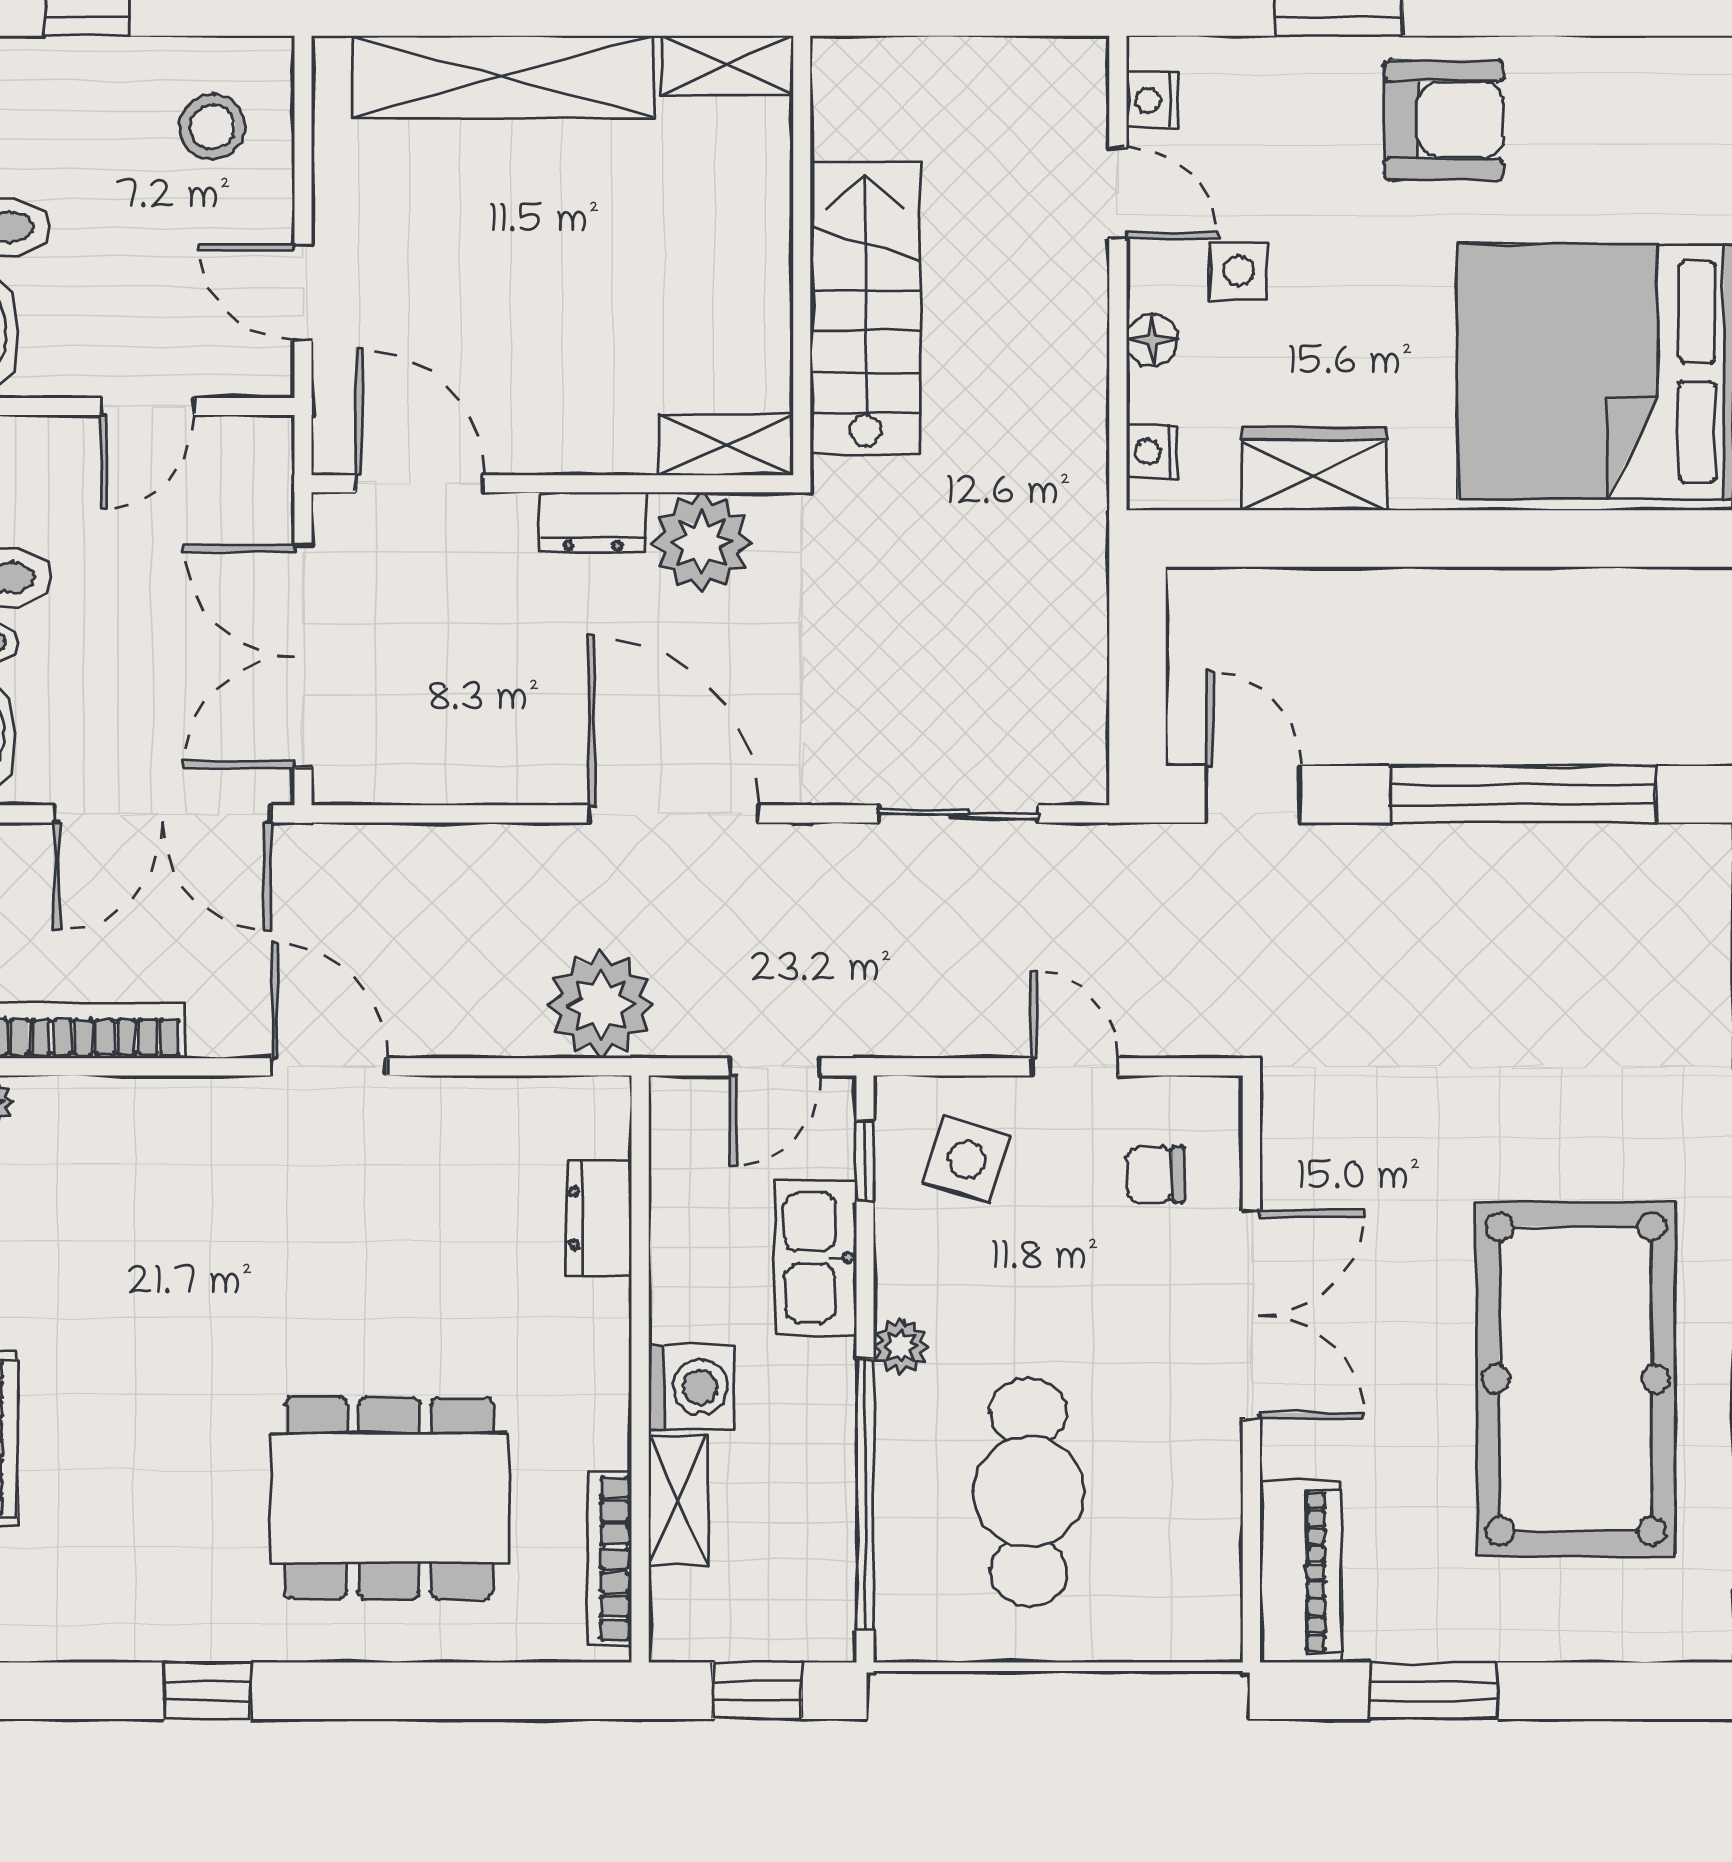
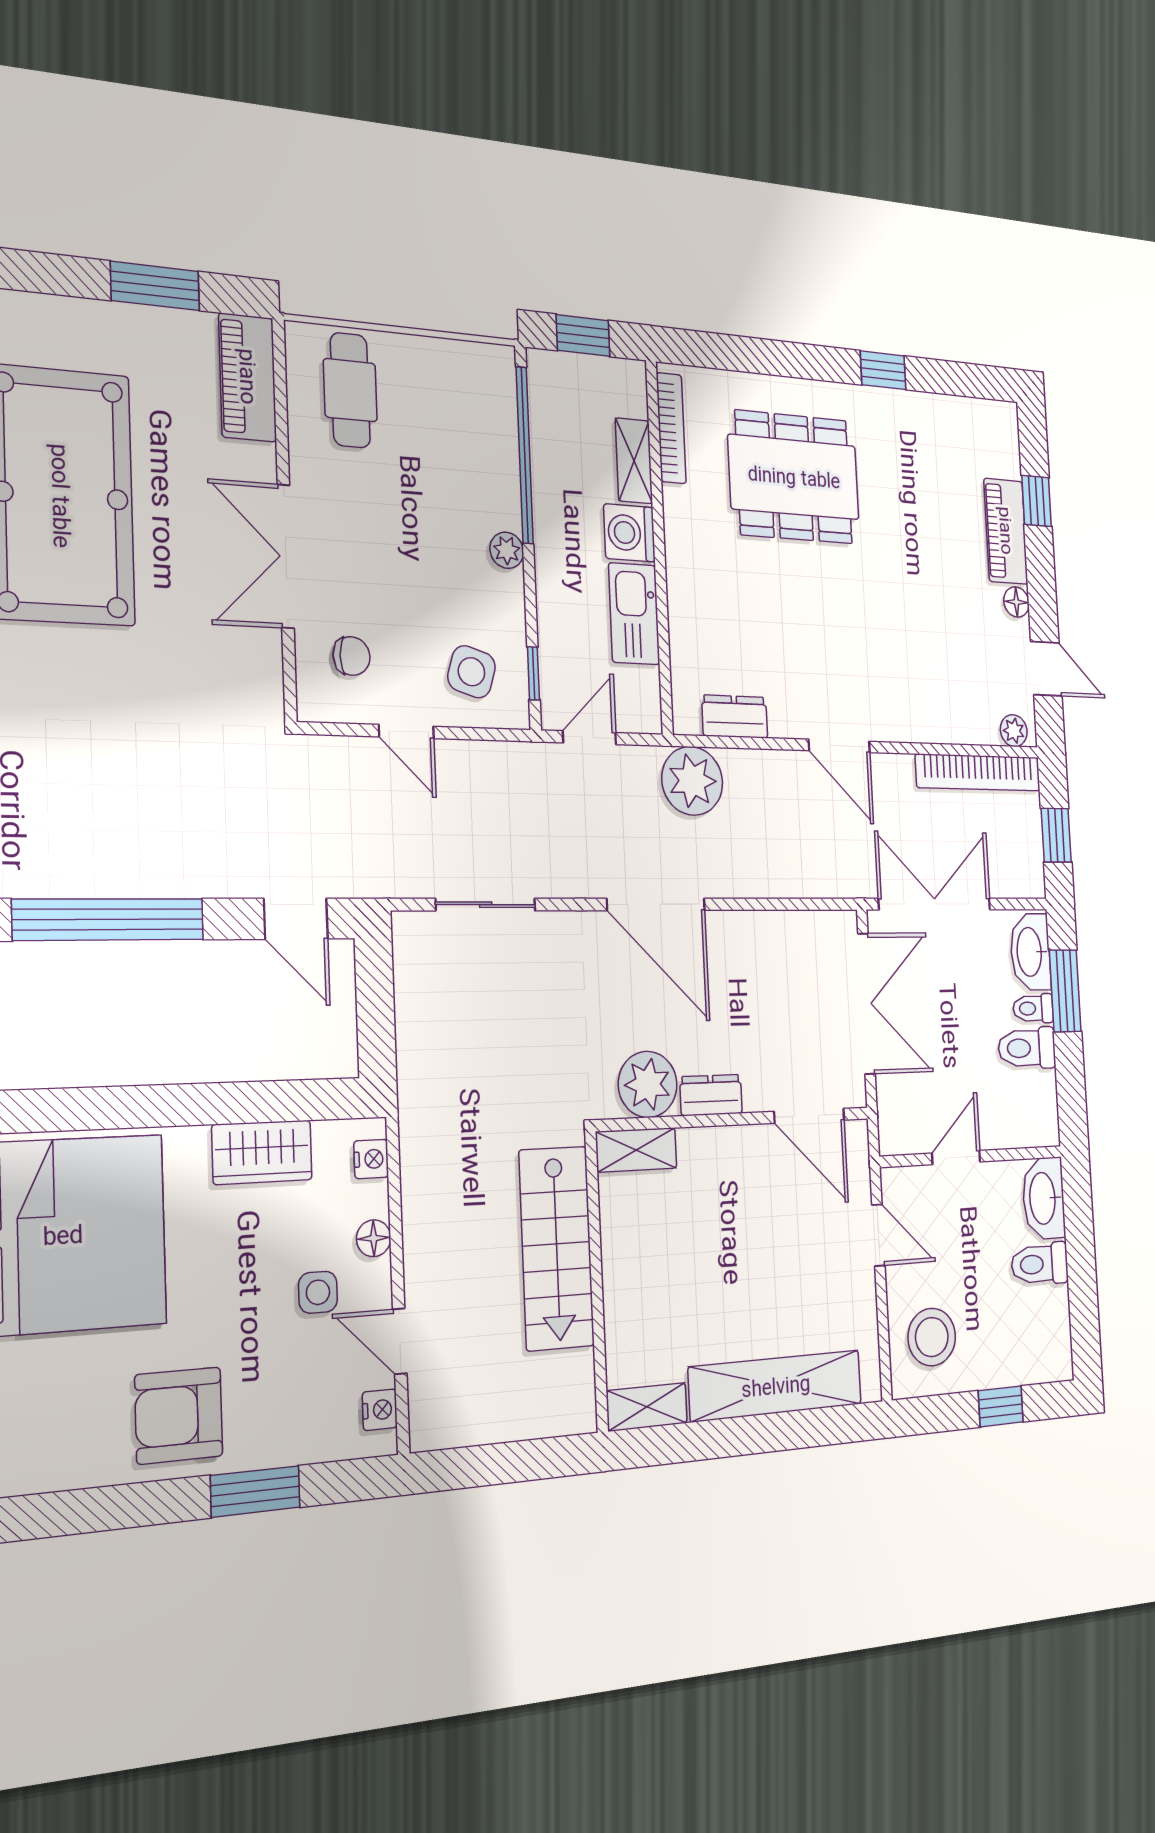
stool: (213, 127) -> (932, 1337), width x1.38, depth x1.38
dresser: (599, 1218) -> (735, 717), moved, turned -90
kitchen sink: (816, 1258) -> (634, 614), moved, turned 180
cafe table: (1029, 1492) -> (350, 390), moved, width x0.73, depth x0.74

